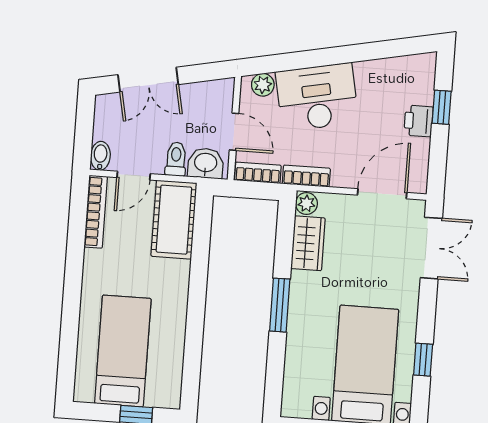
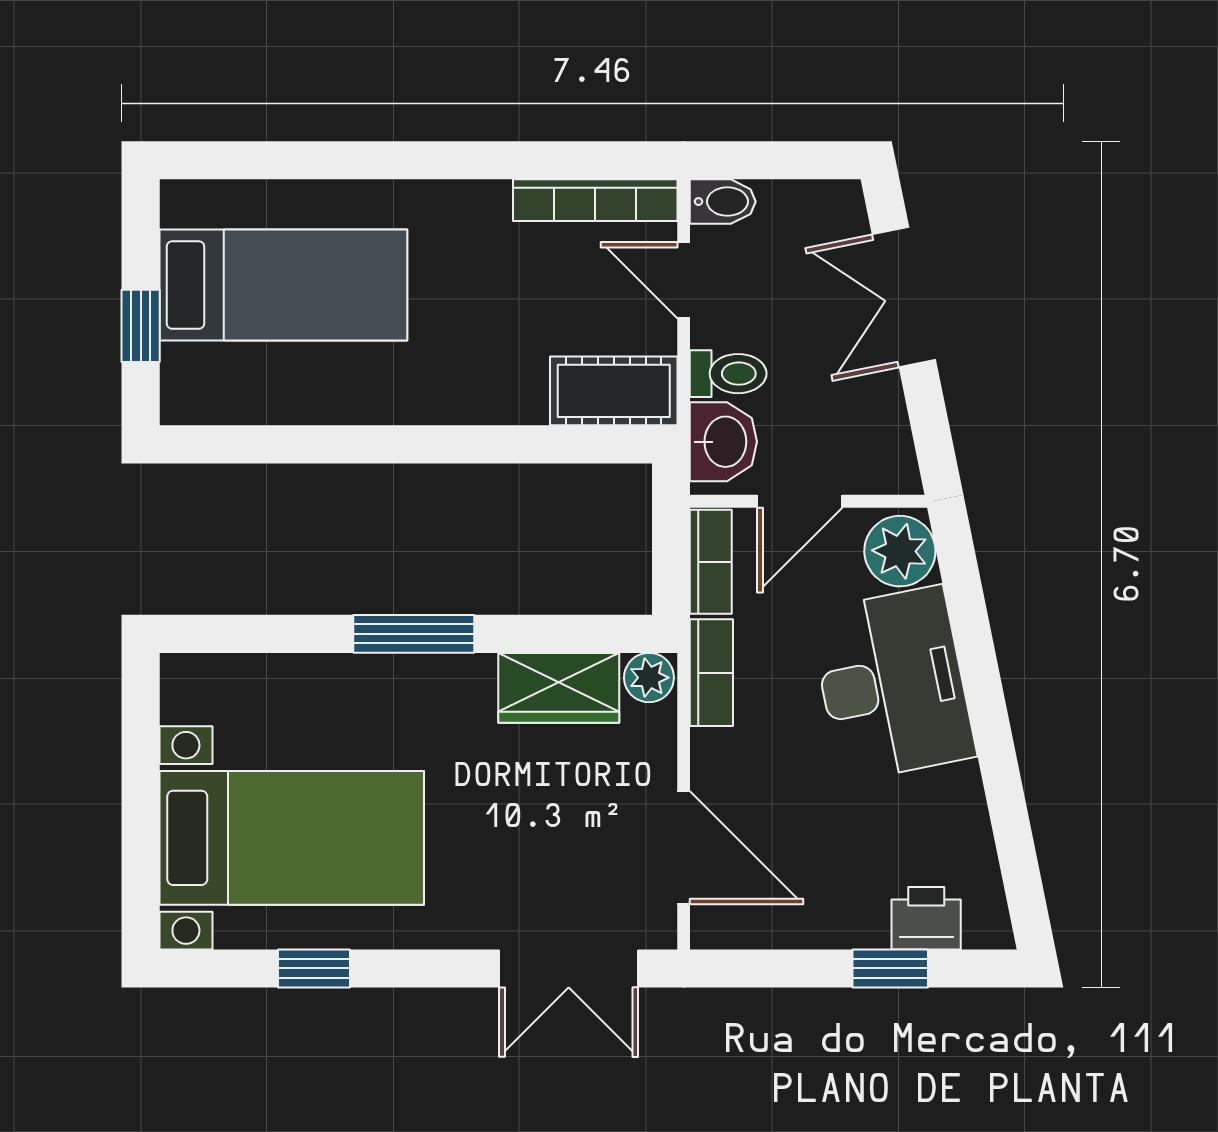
plant: (263, 85) -> (900, 551), width x1.38, depth x1.38
printer: (418, 121) -> (926, 918), moved
cot: (174, 220) -> (614, 391), width x0.73, depth x0.75

